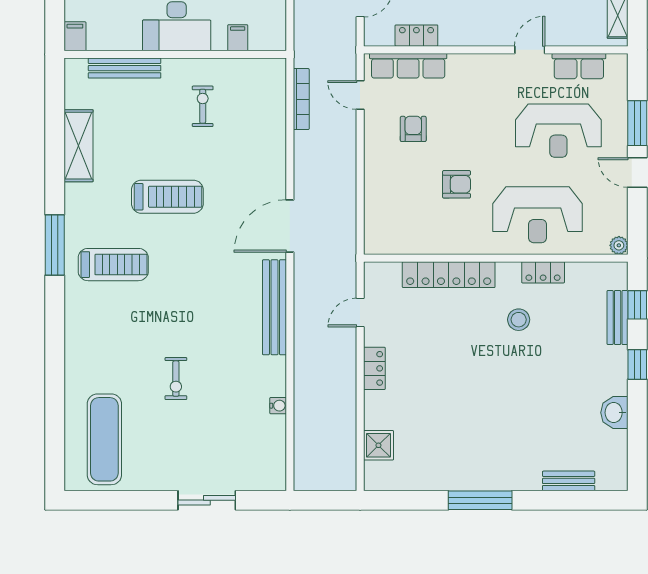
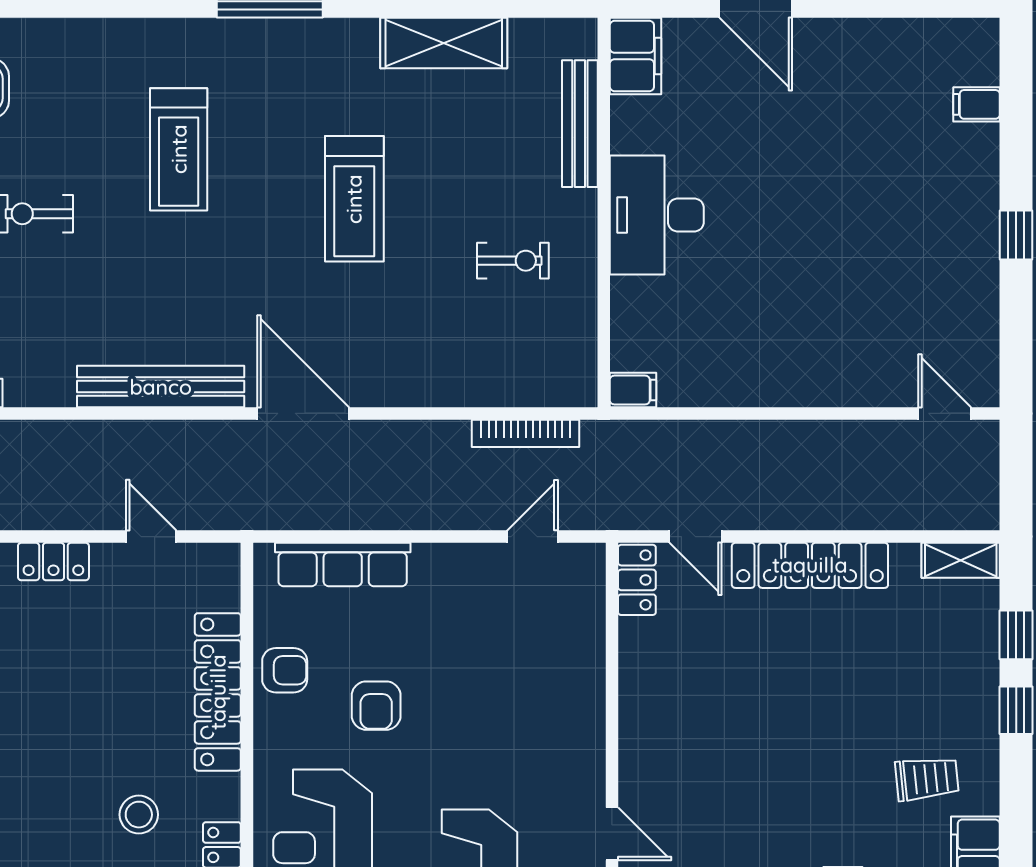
filing cabinet: (75, 36) -> (636, 56), width x2.00
locker: (416, 36) -> (637, 580), moved
filing cabinet: (238, 38) -> (633, 390), moved
row of seats: (408, 66) -> (343, 565), moved, turned -90
armchair: (413, 129) -> (285, 670), moved
treadmill: (113, 265) -> (179, 149), moved

